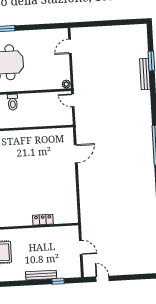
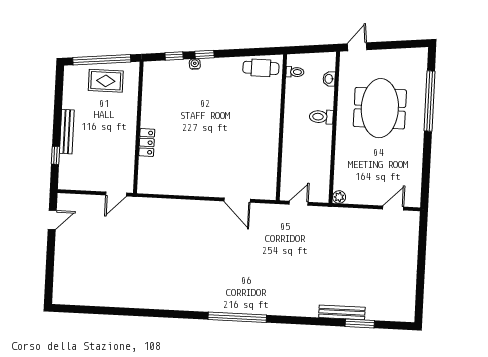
door: (70, 46) -> (393, 208), hinge flipped
door: (73, 100) -> (299, 203), moved
door: (81, 247) -> (116, 194), moved

